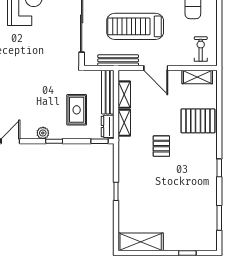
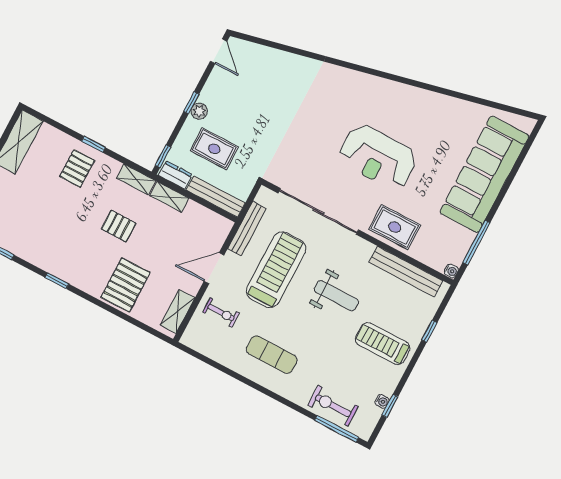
exercise bike: (201, 49) -> (221, 312), moved
shelving: (124, 95) -> (136, 179), moved
plant: (43, 133) -> (199, 111), moved
pallet: (138, 194) -> (77, 168), added

